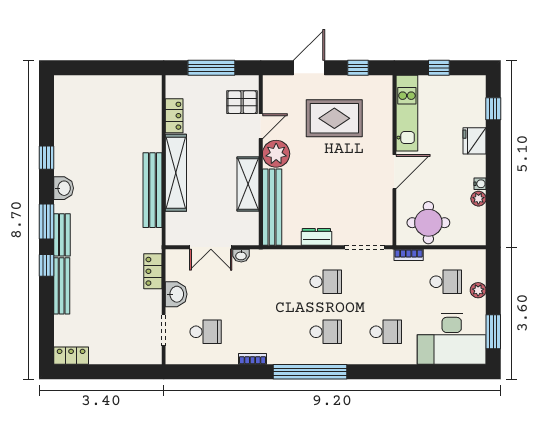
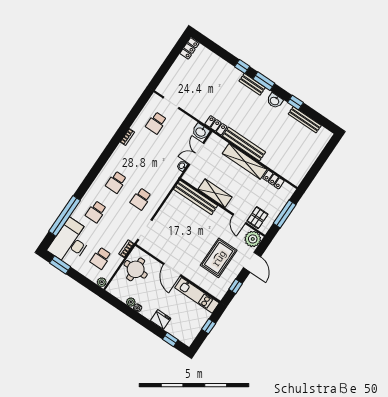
plant: (276, 154) -> (253, 239), moved
dresser: (316, 237) -> (166, 209), removed
locker: (153, 271) -> (216, 125), moved
bench: (62, 286) -> (305, 120), moved
plant: (478, 290) -> (102, 282), moved
washbasin: (176, 294) -> (201, 132), moved
window: (310, 372) -> (64, 216), moved

